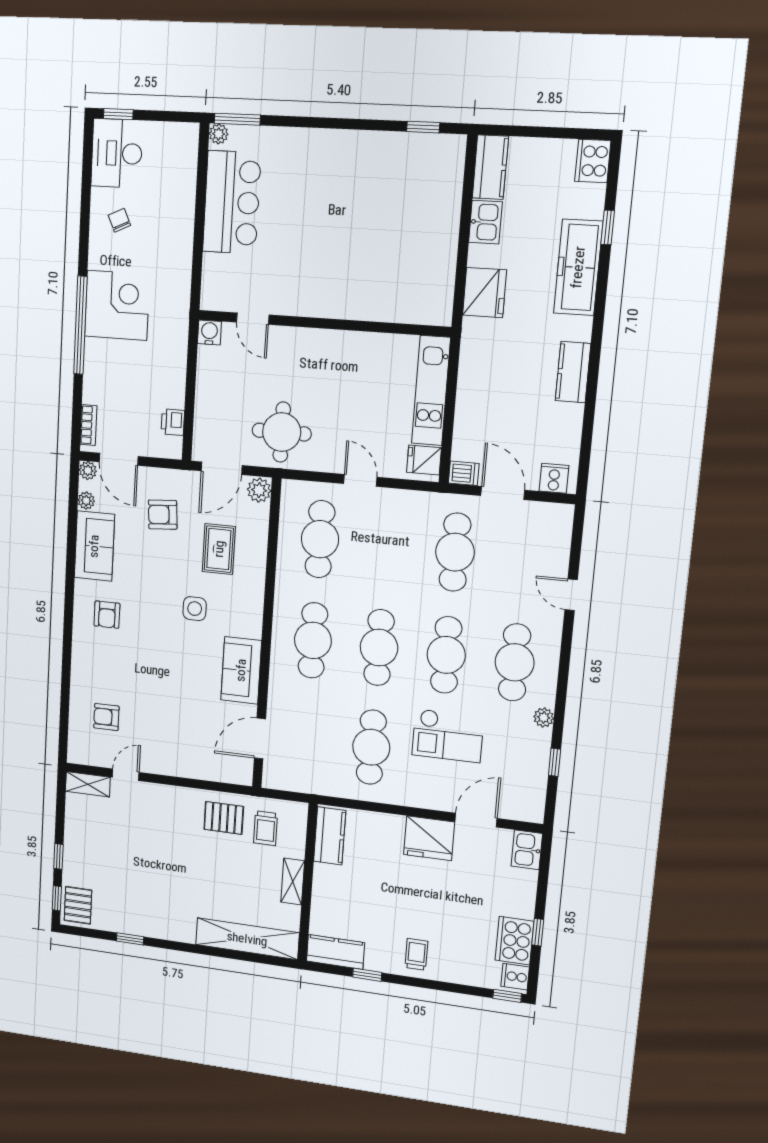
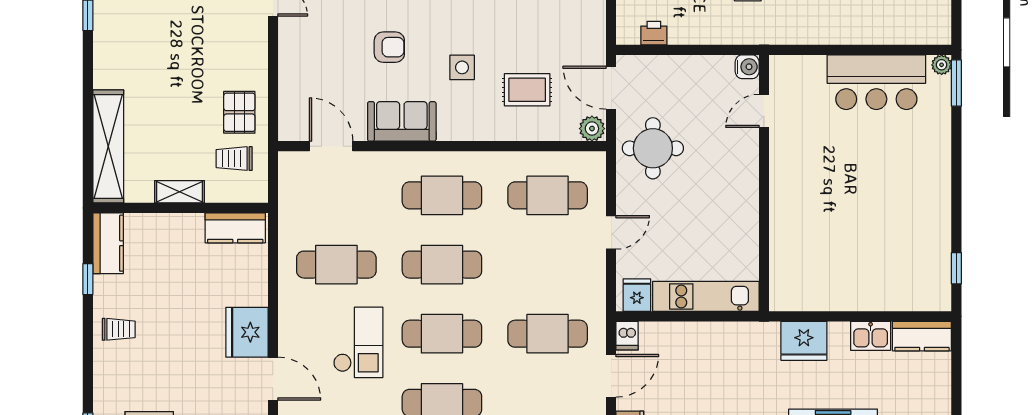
armchair: (163, 515) -> (389, 47), moved, turned 94
checkout: (448, 736) -> (358, 342), turned 180

